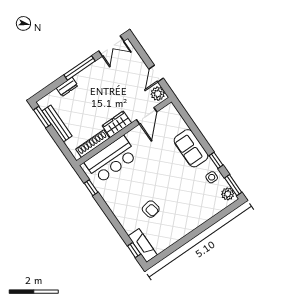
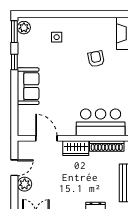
plant: (158, 94) -> (25, 184), moved
door: (147, 116) -> (46, 138), hinge flipped
side table: (212, 177) -> (57, 37), moved

